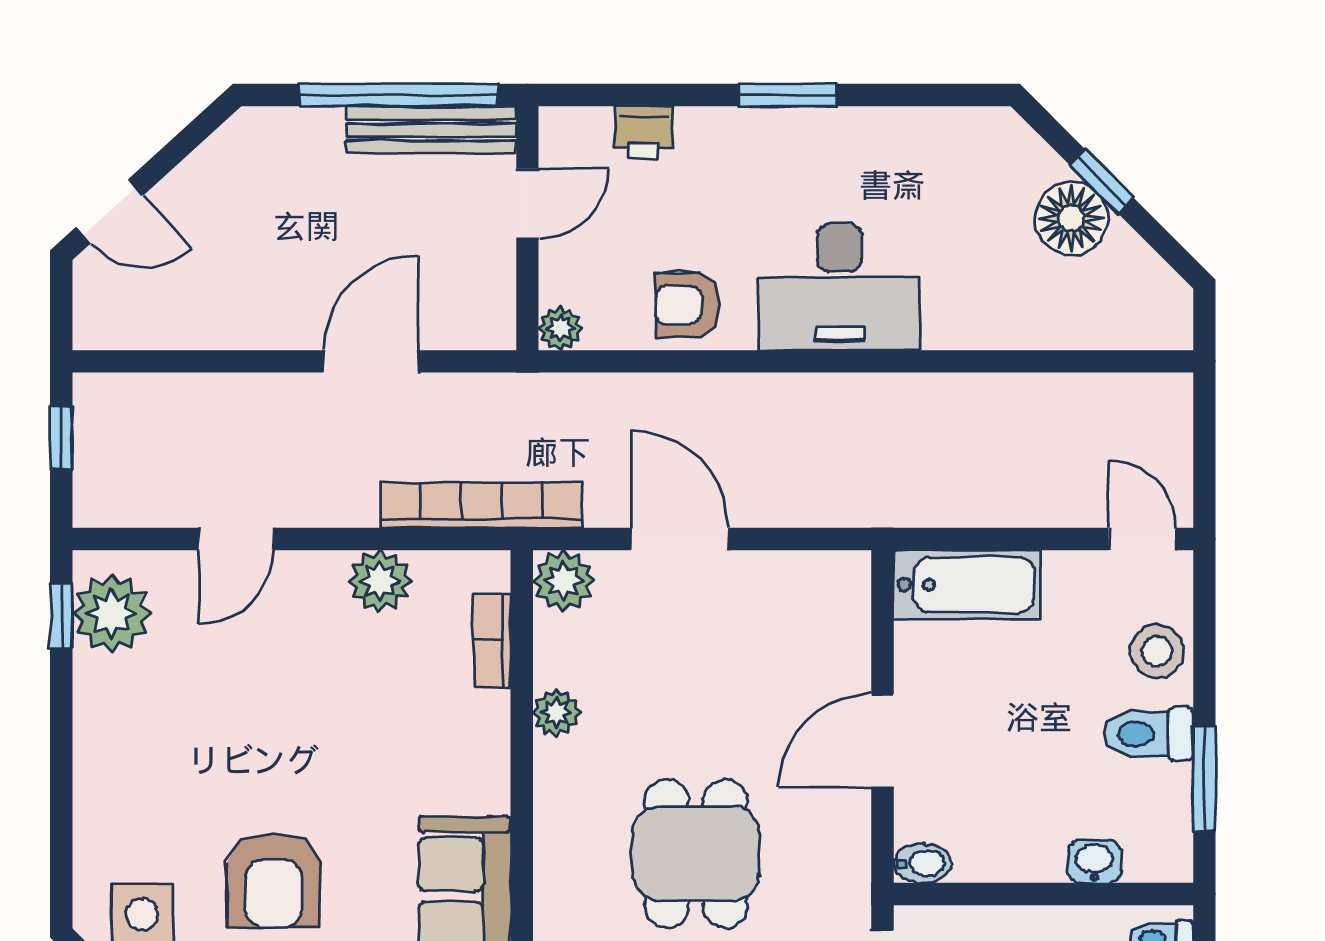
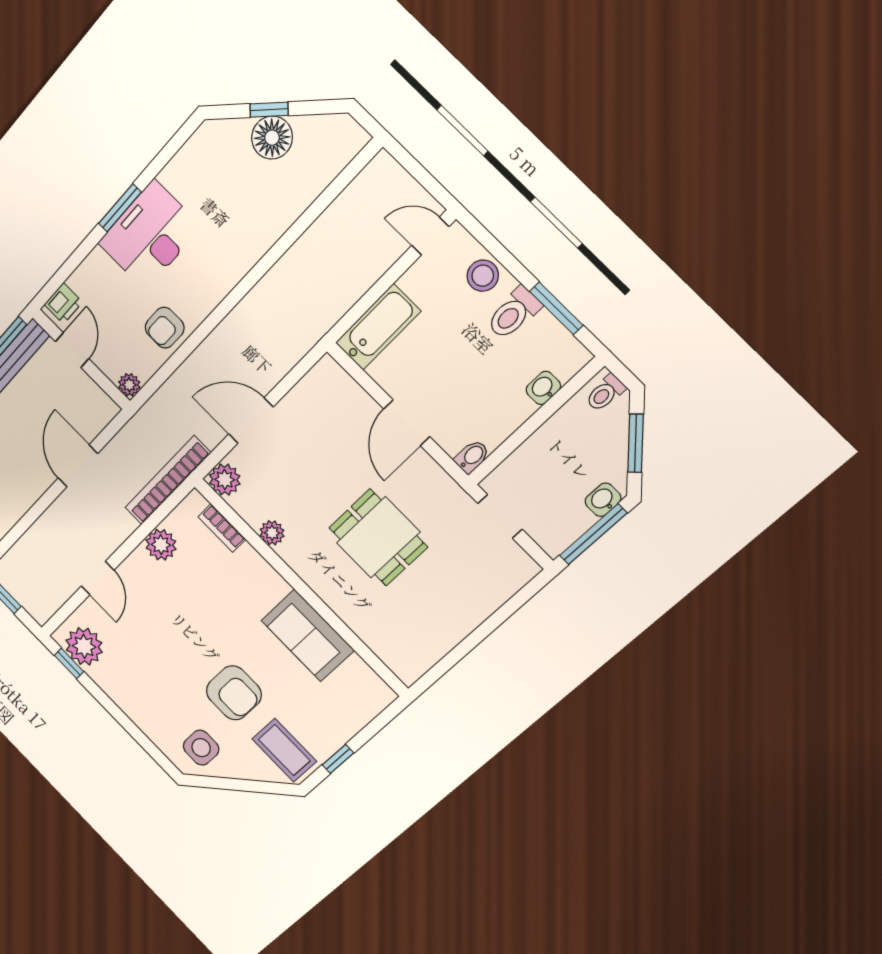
printer: (643, 132) -> (63, 303), moved
desk: (839, 287) -> (150, 235), moved, turned 180

